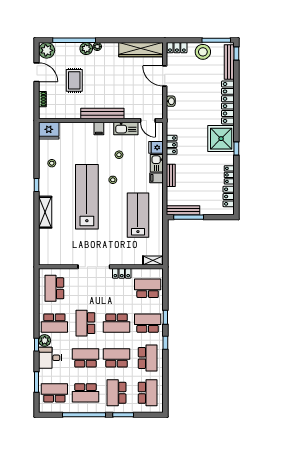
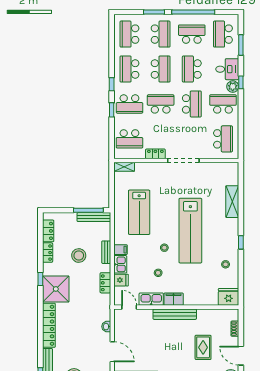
filing cabinet: (99, 128) -> (174, 299), width x2.00
stool: (198, 172) -> (79, 256), added
shelving: (45, 212) -> (232, 202), moved
school desk: (85, 358) -> (192, 69), turned 90
school desk: (117, 358) -> (161, 69), turned -90
school desk: (54, 393) -> (223, 34), turned 90

